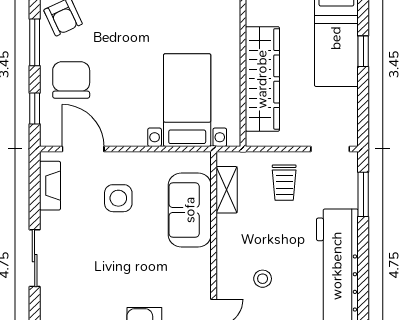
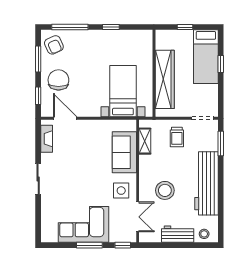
side table: (118, 198) -> (121, 191), moved
stool: (263, 279) -> (165, 190), width x1.89, depth x1.89

